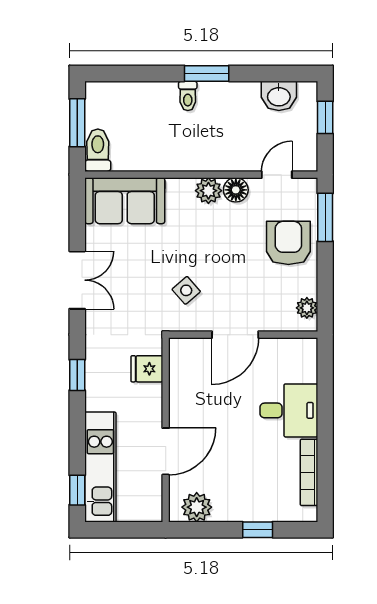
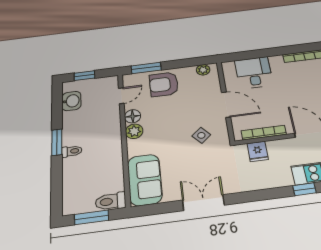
door: (277, 175) -> (121, 96), swing flipped
window: (77, 375) -> (304, 189), moved
bookcase: (177, 383) -> (264, 133), added
desk: (289, 410) -> (254, 73), moved

